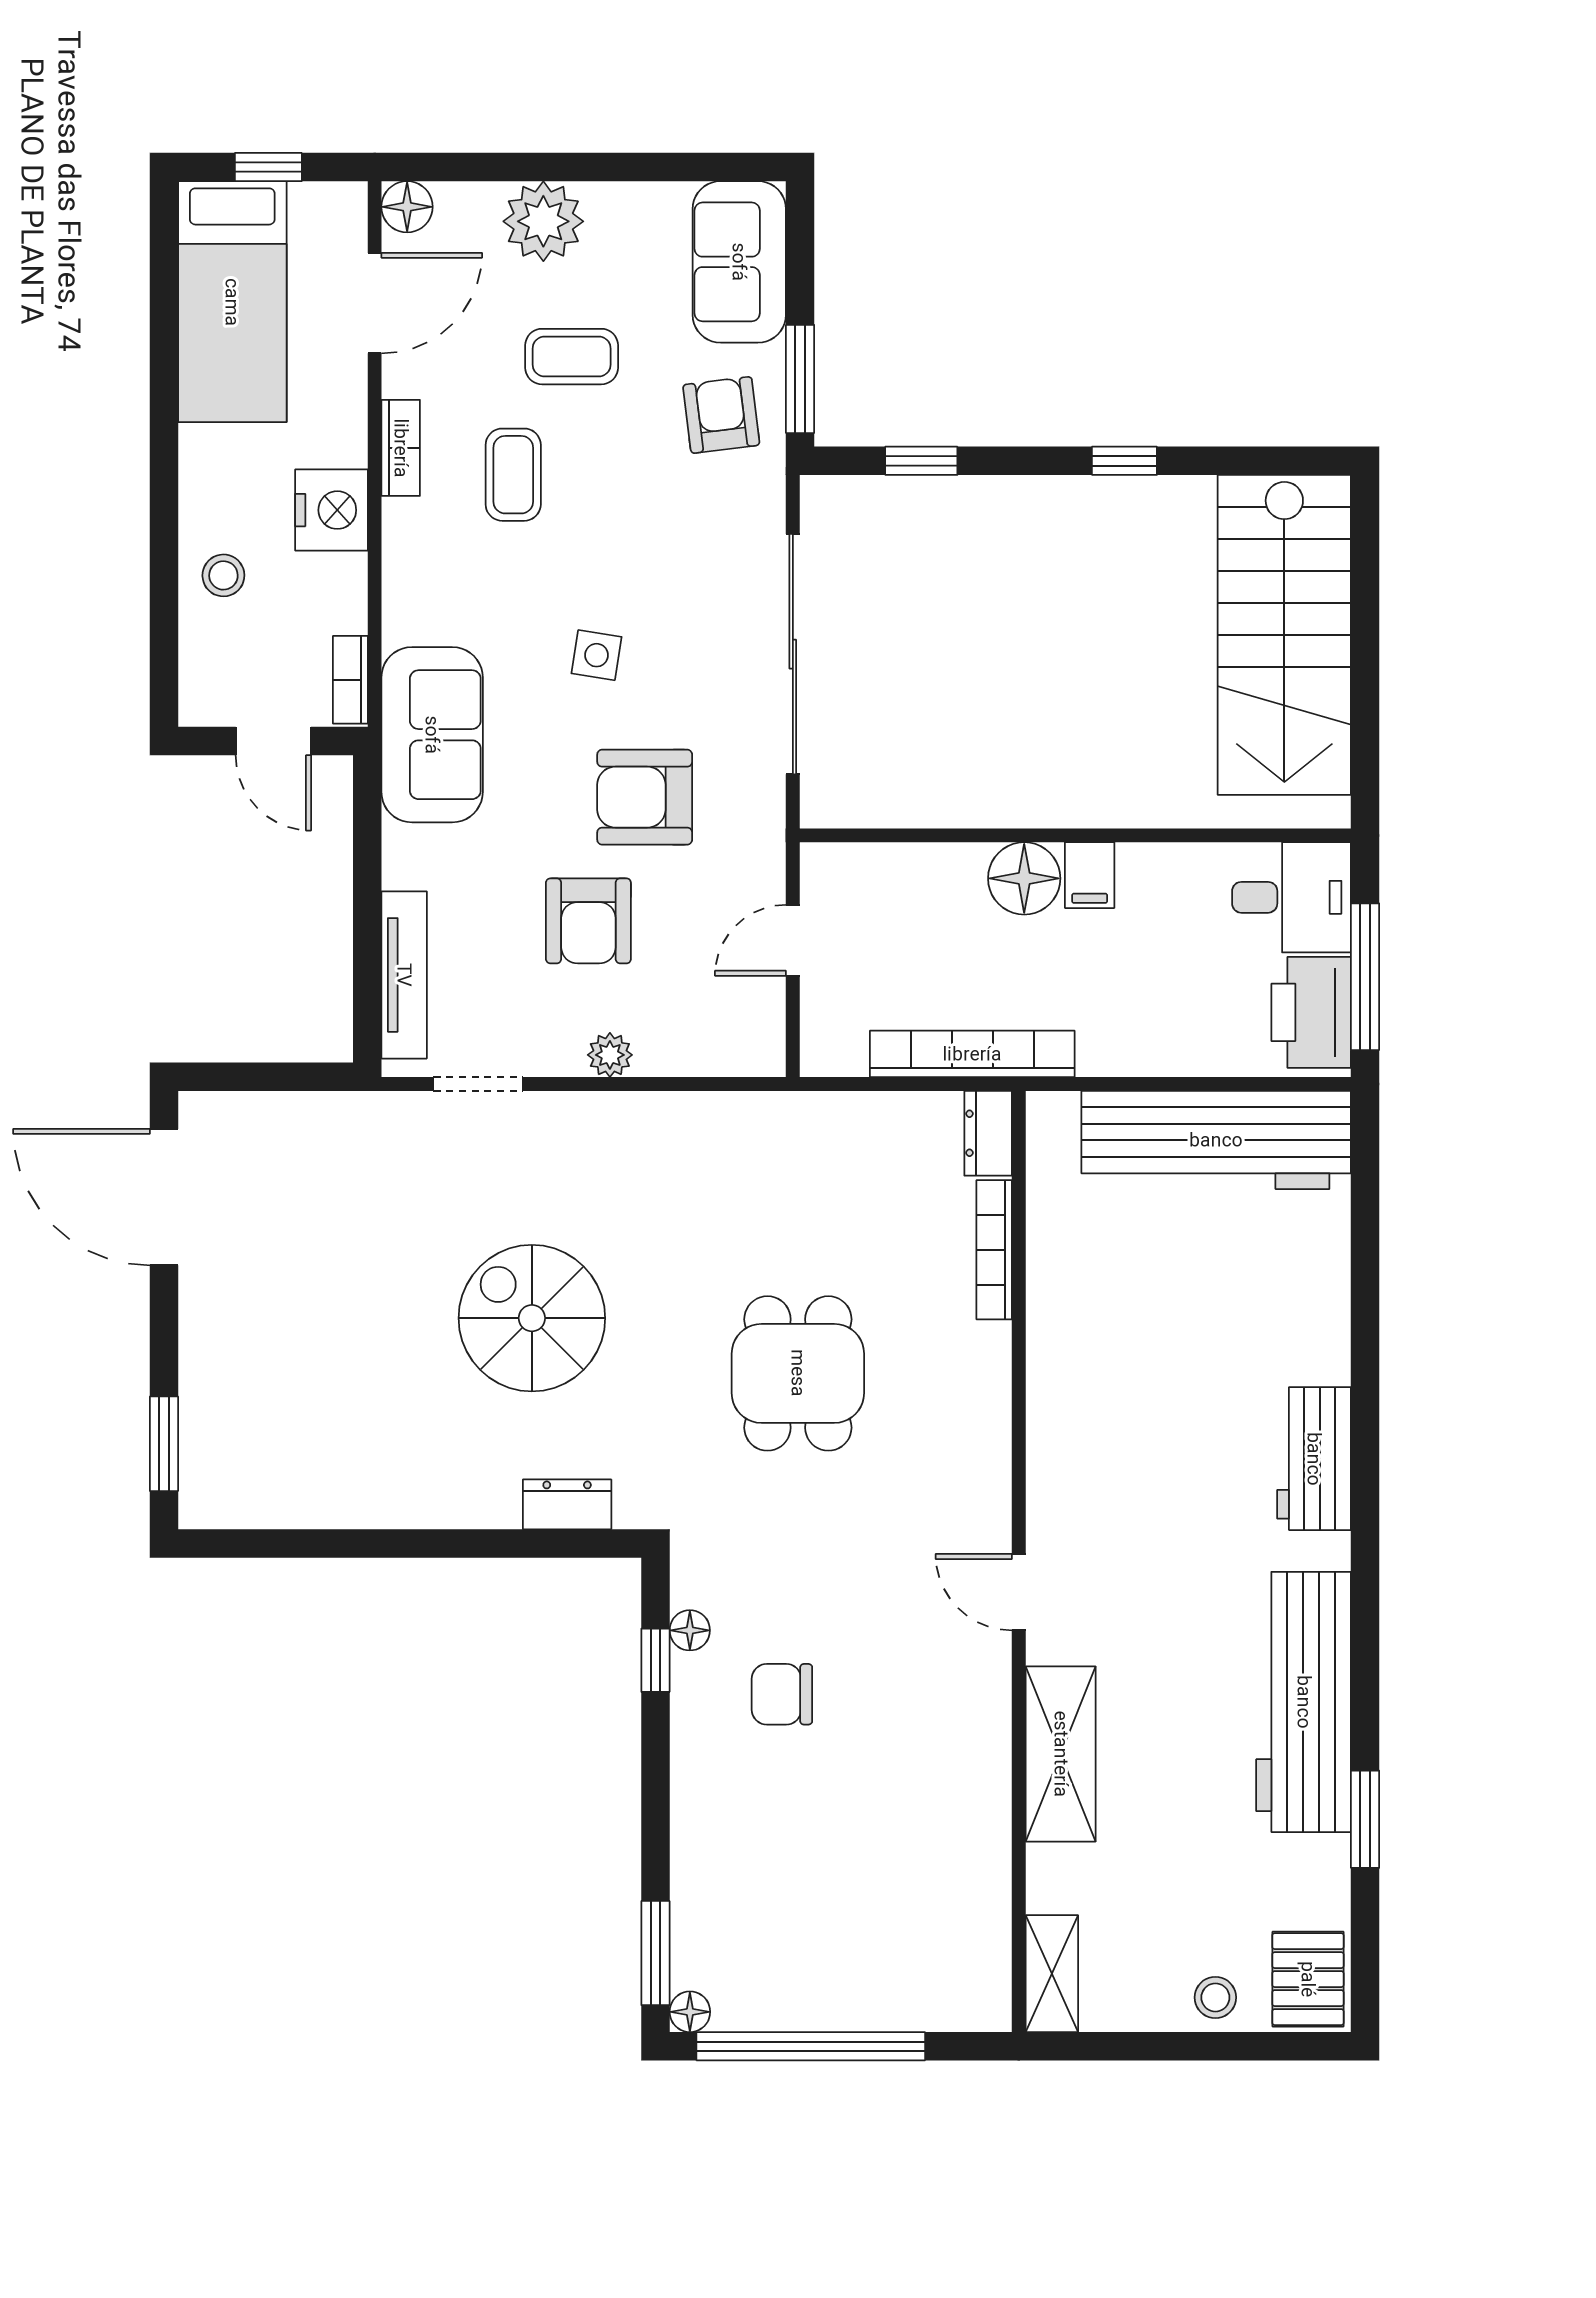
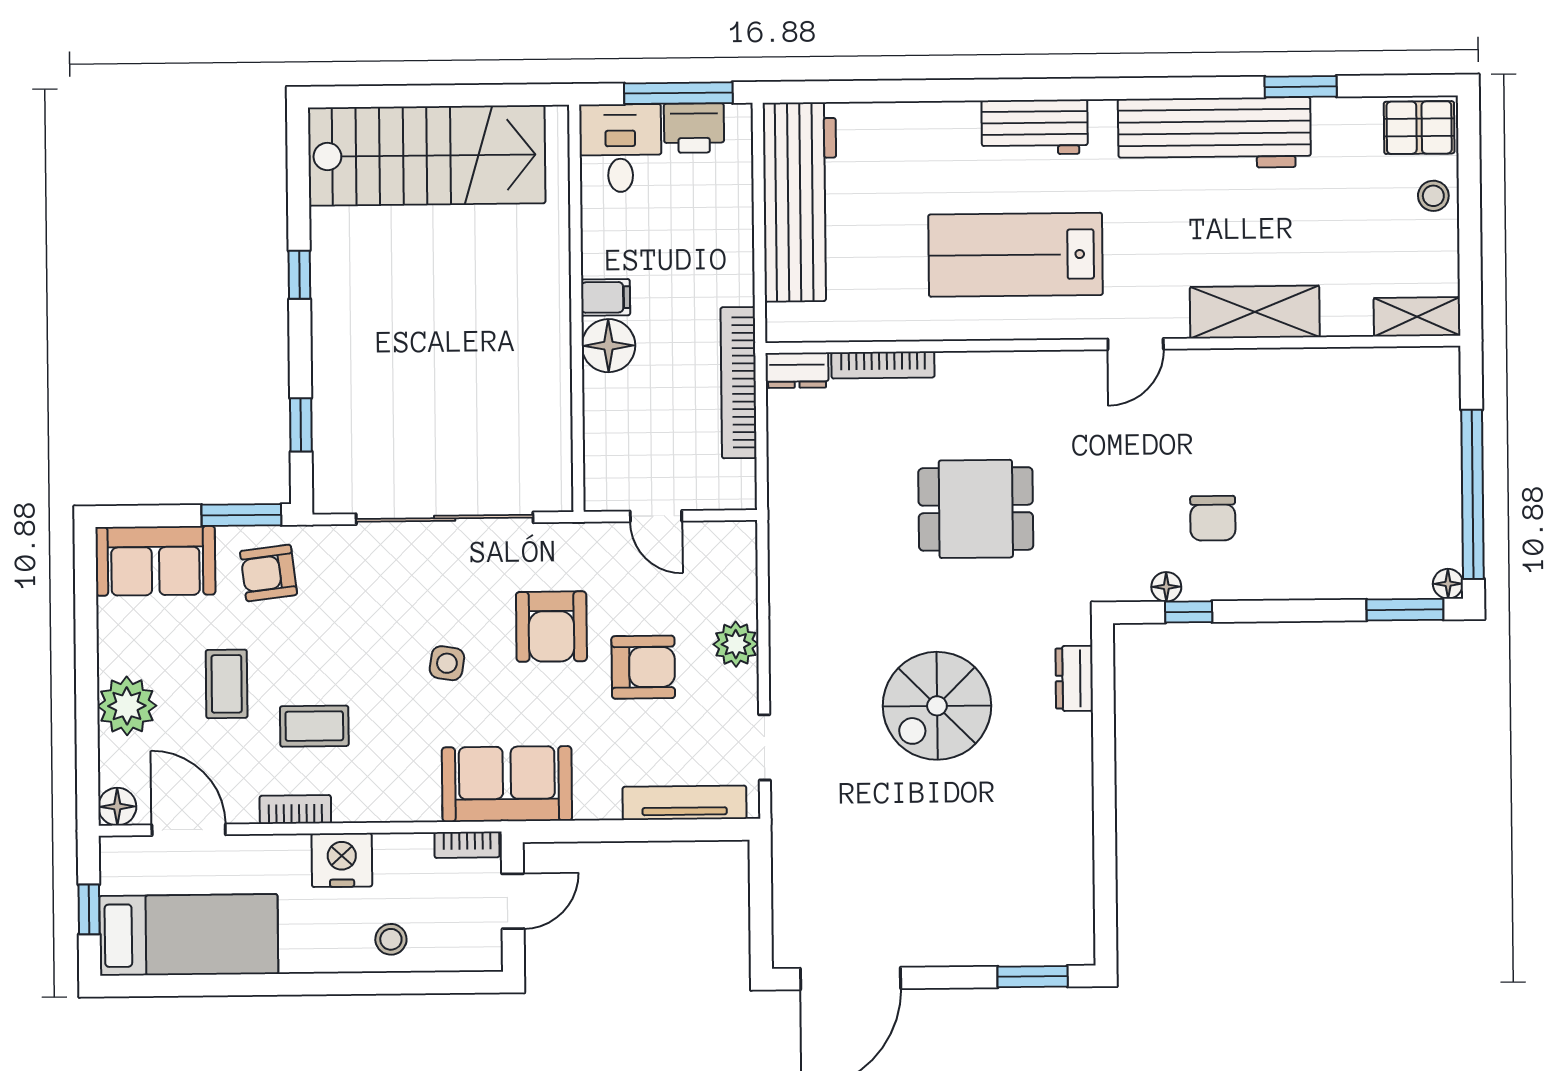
printer: (1311, 1012) -> (694, 128), width x0.73, depth x0.84
plant: (610, 1055) -> (736, 644), width x1.38, depth x1.38
lab bench: (1142, 1431) -> (1015, 255), added

